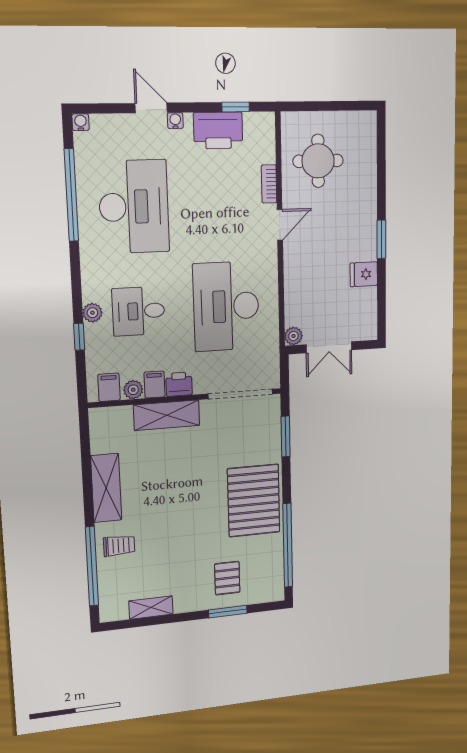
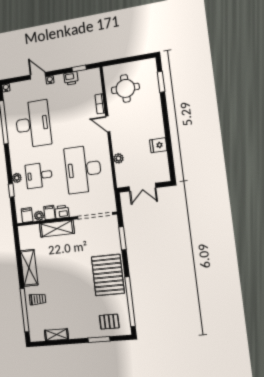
printer: (218, 130) -> (71, 78), width x0.53, depth x0.68
door: (280, 225) -> (108, 124), swing flipped
window: (381, 239) -> (161, 82), moved
plant: (293, 336) -> (118, 158), moved
pallet: (227, 578) -> (109, 322), moved, turned 90

